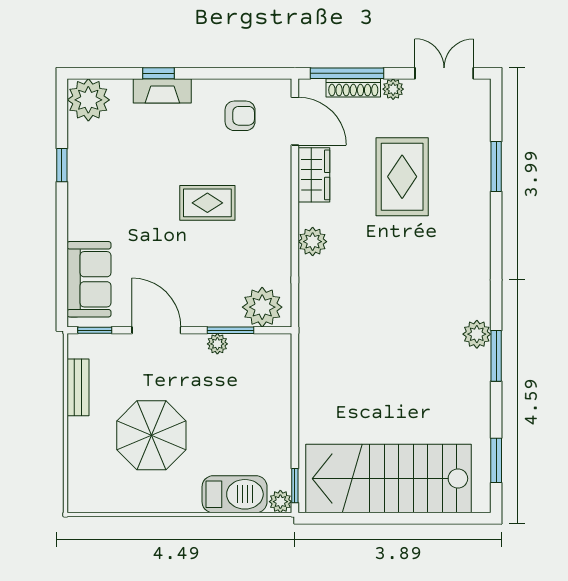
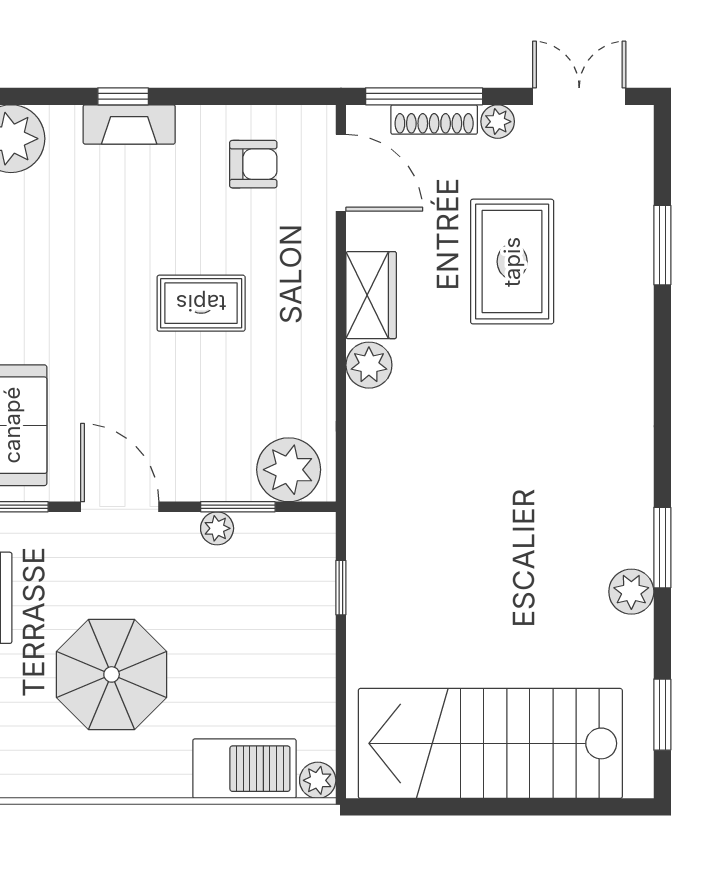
wardrobe: (314, 175) -> (371, 295), moved
plant: (477, 334) -> (631, 592), moved
window: (295, 486) -> (341, 588), moved

